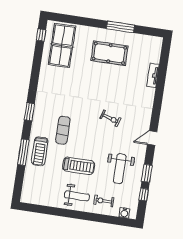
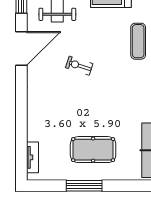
tv unit: (153, 75) -> (33, 157), moved
door: (152, 138) -> (21, 48), width x1.87

